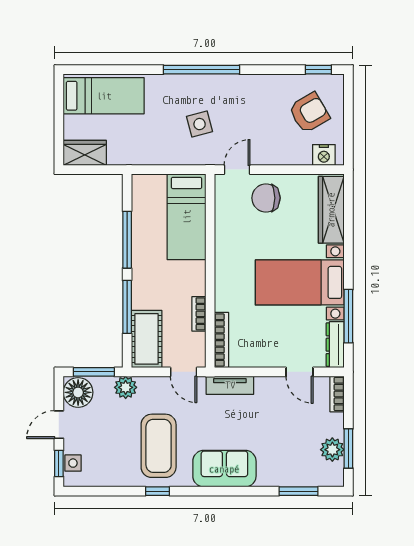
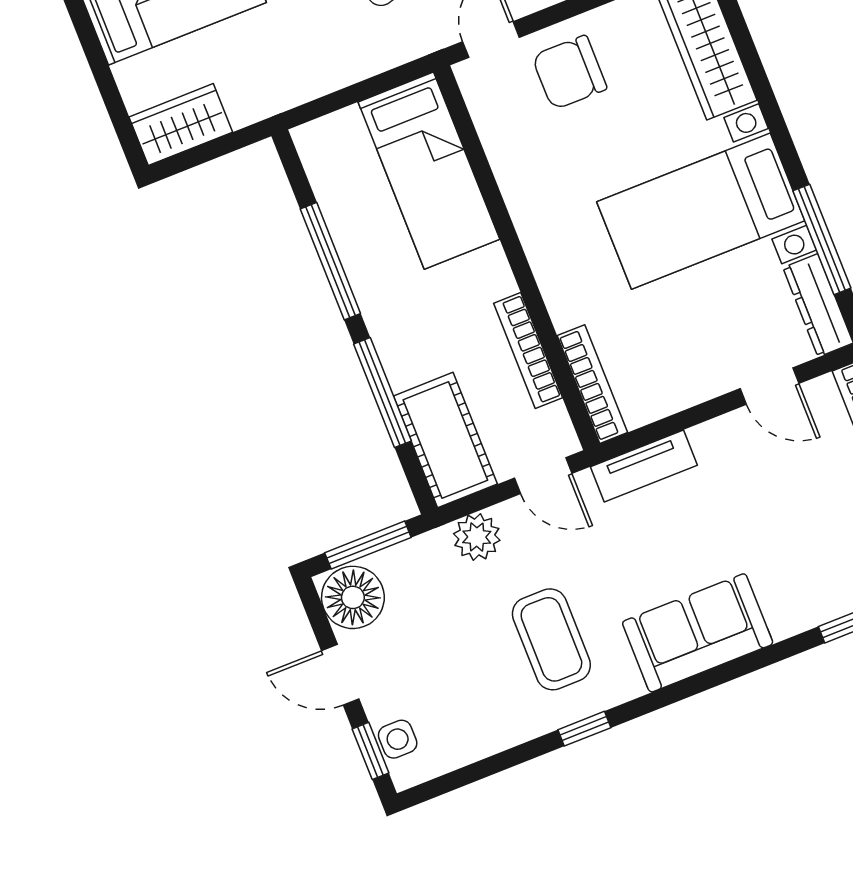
bookcase: (199, 314) -> (528, 350), width x1.56
plant: (126, 387) -> (477, 537), moved
door: (59, 425) -> (340, 675), hinge flipped
coffee table: (159, 446) -> (551, 639), width x0.73, depth x0.76

